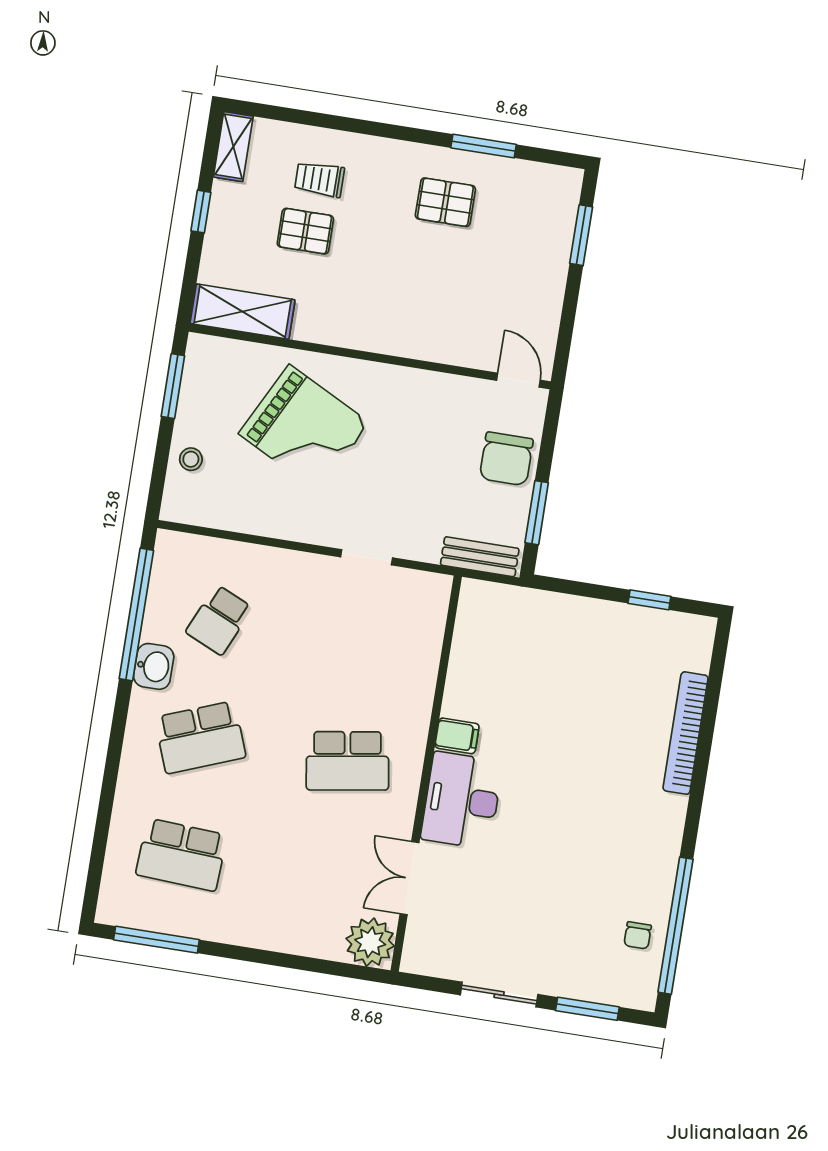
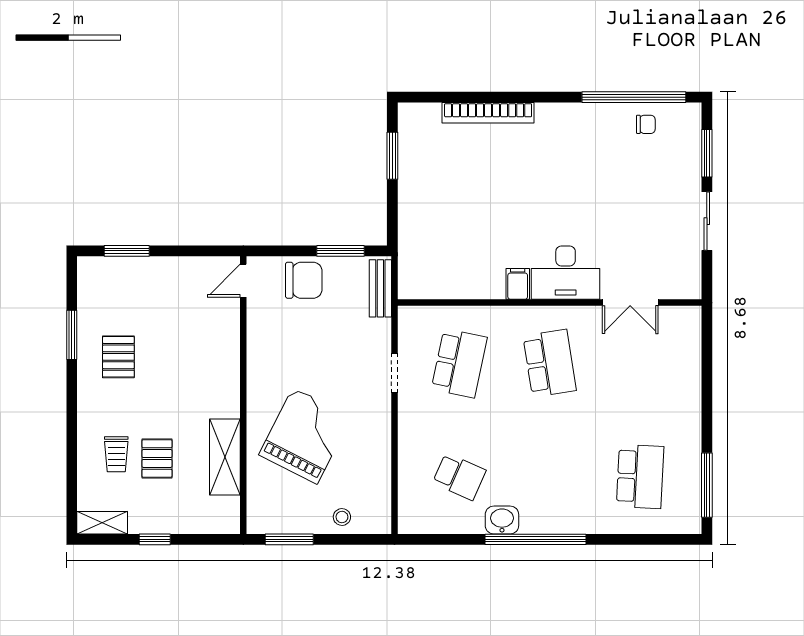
shelving: (243, 312) -> (225, 457), moved
window: (649, 600) -> (392, 156), width x1.50
window: (136, 614) -> (535, 539), moved
school desk: (200, 737) -> (459, 363), moved, turned 33
plant: (370, 942) -> (683, 324), removed

